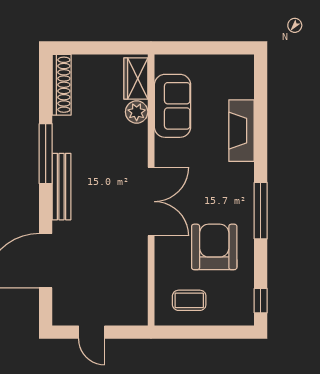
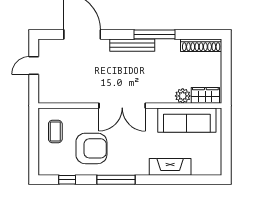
sofa: (172, 106) -> (187, 120), width x1.36
window: (261, 301) -> (67, 180), moved

